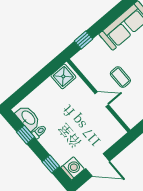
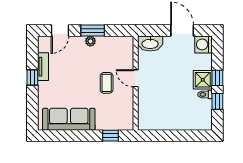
shower: (63, 76) -> (203, 80), moved
washbasin: (28, 118) -> (150, 44), moved, turned -90
window: (51, 164) -> (217, 78), moved

